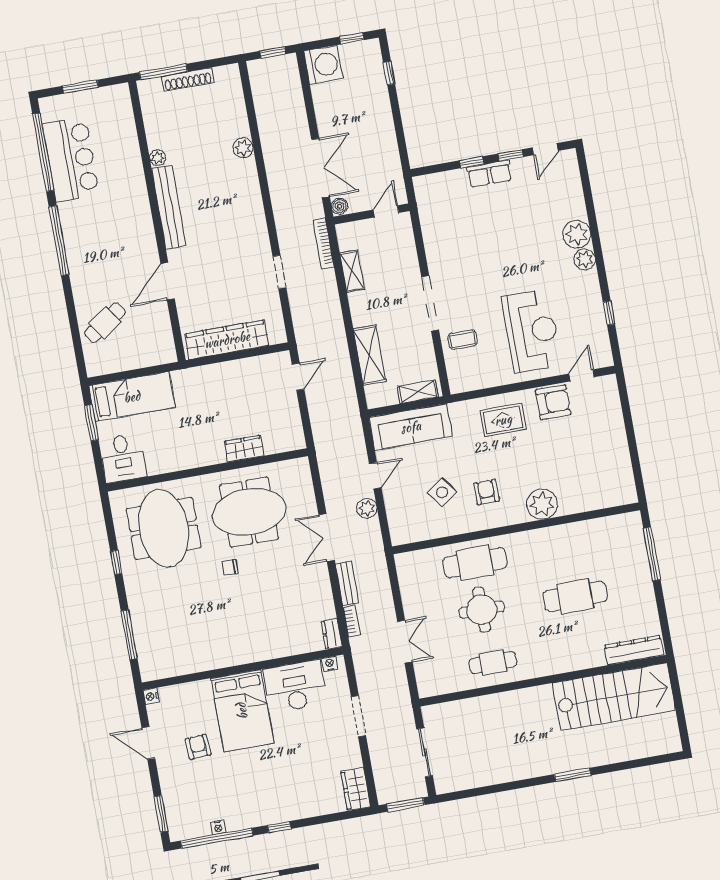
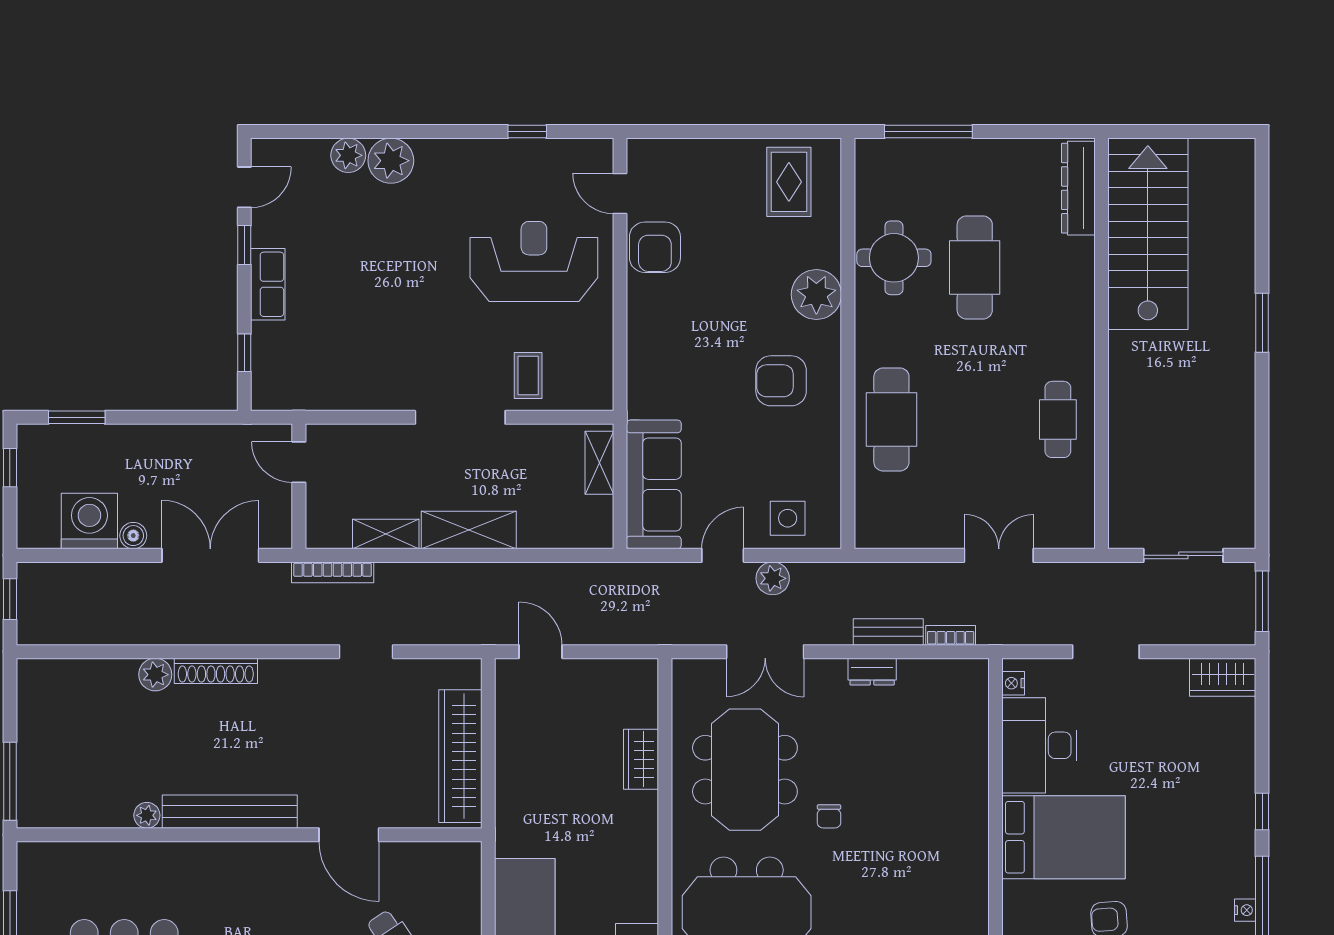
washing machine: (323, 65) -> (89, 521), moved
window: (389, 73) -> (77, 417), width x1.50
shoe rack: (188, 80) -> (216, 671), moved, turned 90
door: (545, 149) -> (244, 187), hinge flipped
window: (471, 162) -> (244, 353), moved
boiler: (340, 206) -> (133, 536), moved
plant: (585, 259) -> (348, 155), moved
shelving: (369, 355) -> (469, 530), moved
armchair: (553, 402) -> (655, 247), turned 180
rug: (503, 420) -> (789, 182), moved
door: (375, 476) -> (723, 555), hinge flipped
side table: (442, 492) -> (788, 518), moved, turned 35
armchair: (486, 492) -> (781, 381), width x1.38, depth x1.38
double door: (327, 537) -> (765, 652), moved
round table: (482, 610) -> (894, 258), moved
dresser: (331, 634) -> (872, 672), moved

